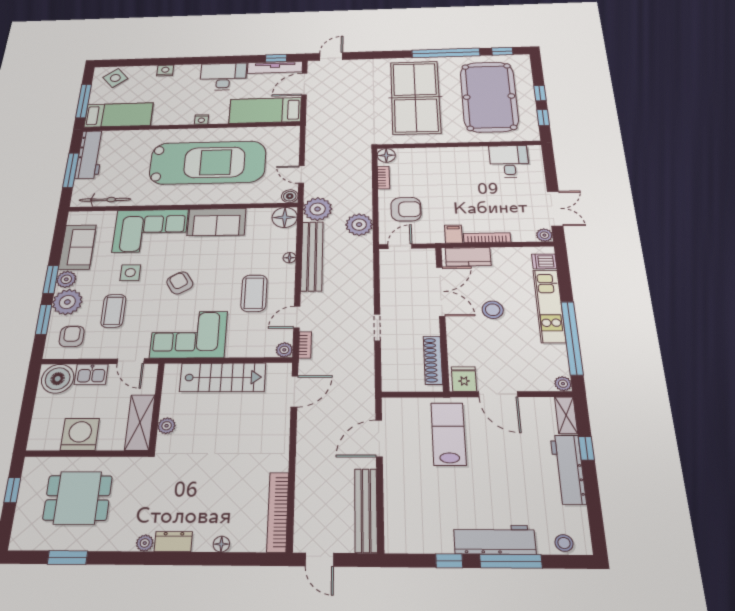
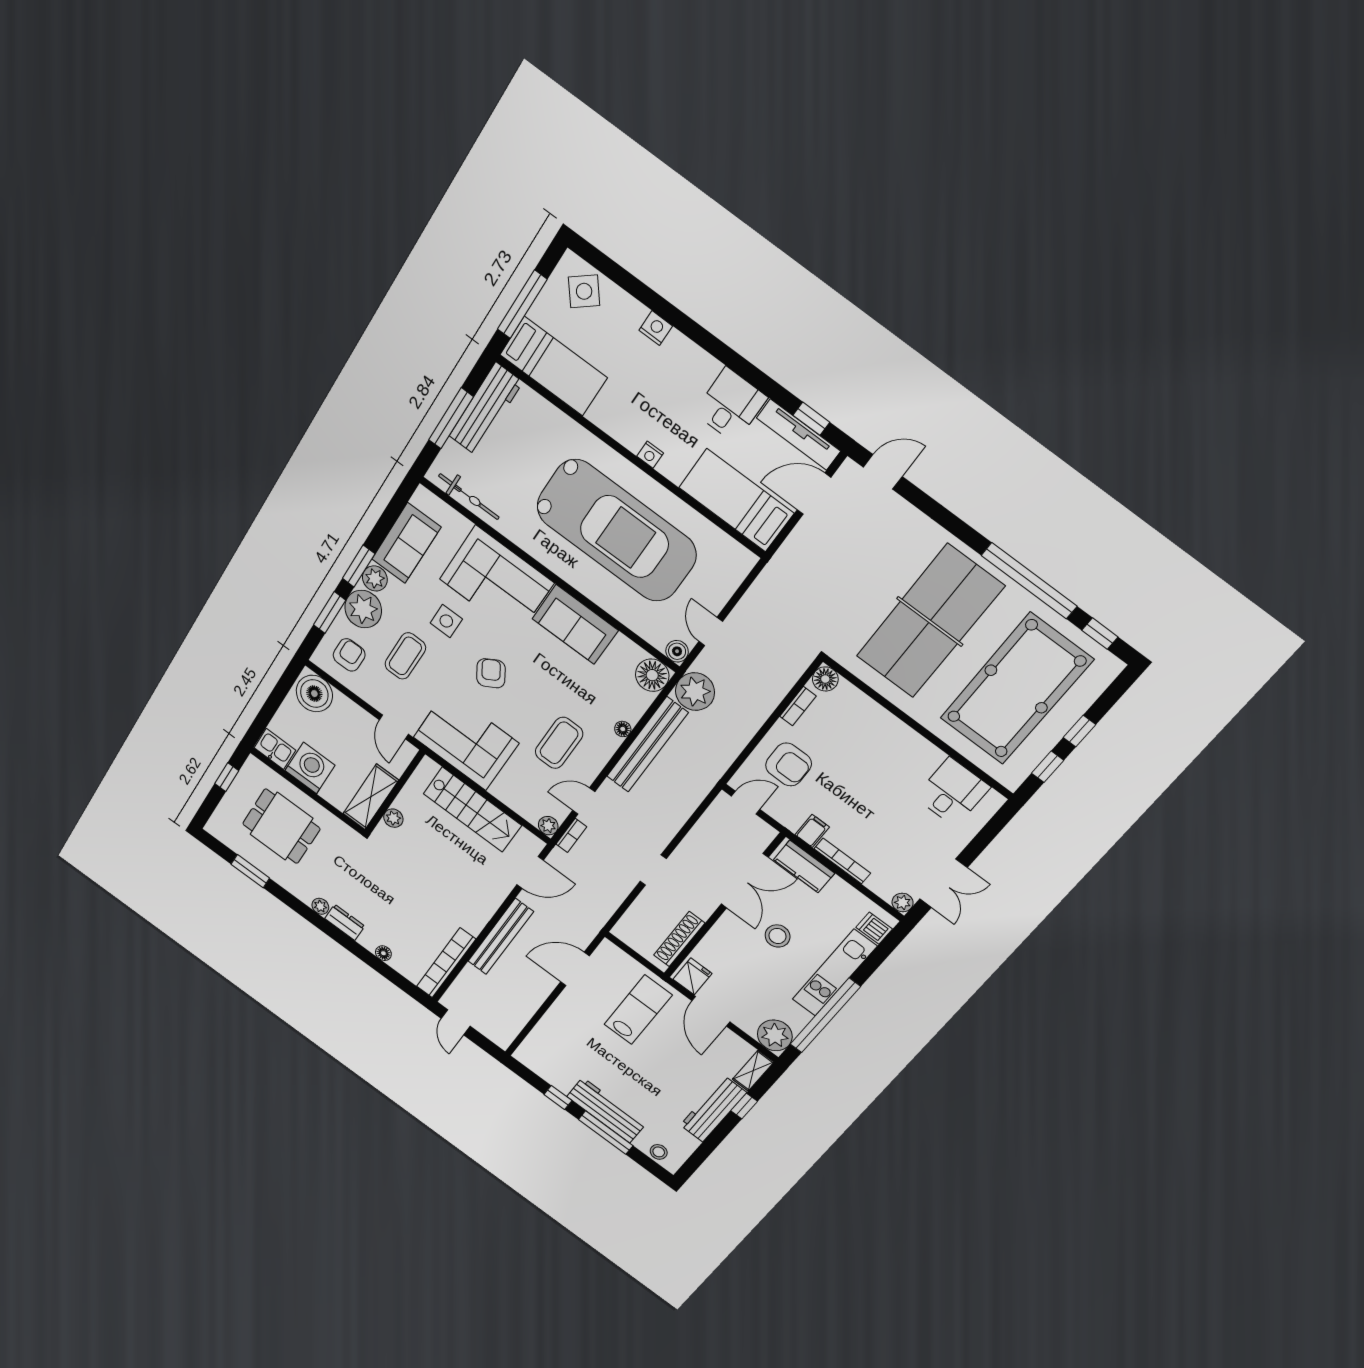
desk: (223, 77) -> (731, 405), width x0.73
plant: (359, 225) -> (724, 745), removed
kitchen sink: (91, 374) -> (275, 749), moved, turned 180
plant: (563, 384) -> (775, 1035), width x1.87, depth x1.87
bench: (366, 510) -> (501, 937), moved

